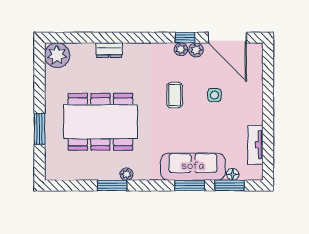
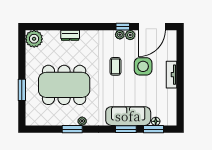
door: (227, 38) -> (152, 27), hinge flipped
side table: (214, 95) -> (143, 66), width x1.87, depth x1.87
tv unit: (255, 145) -> (171, 75), moved

